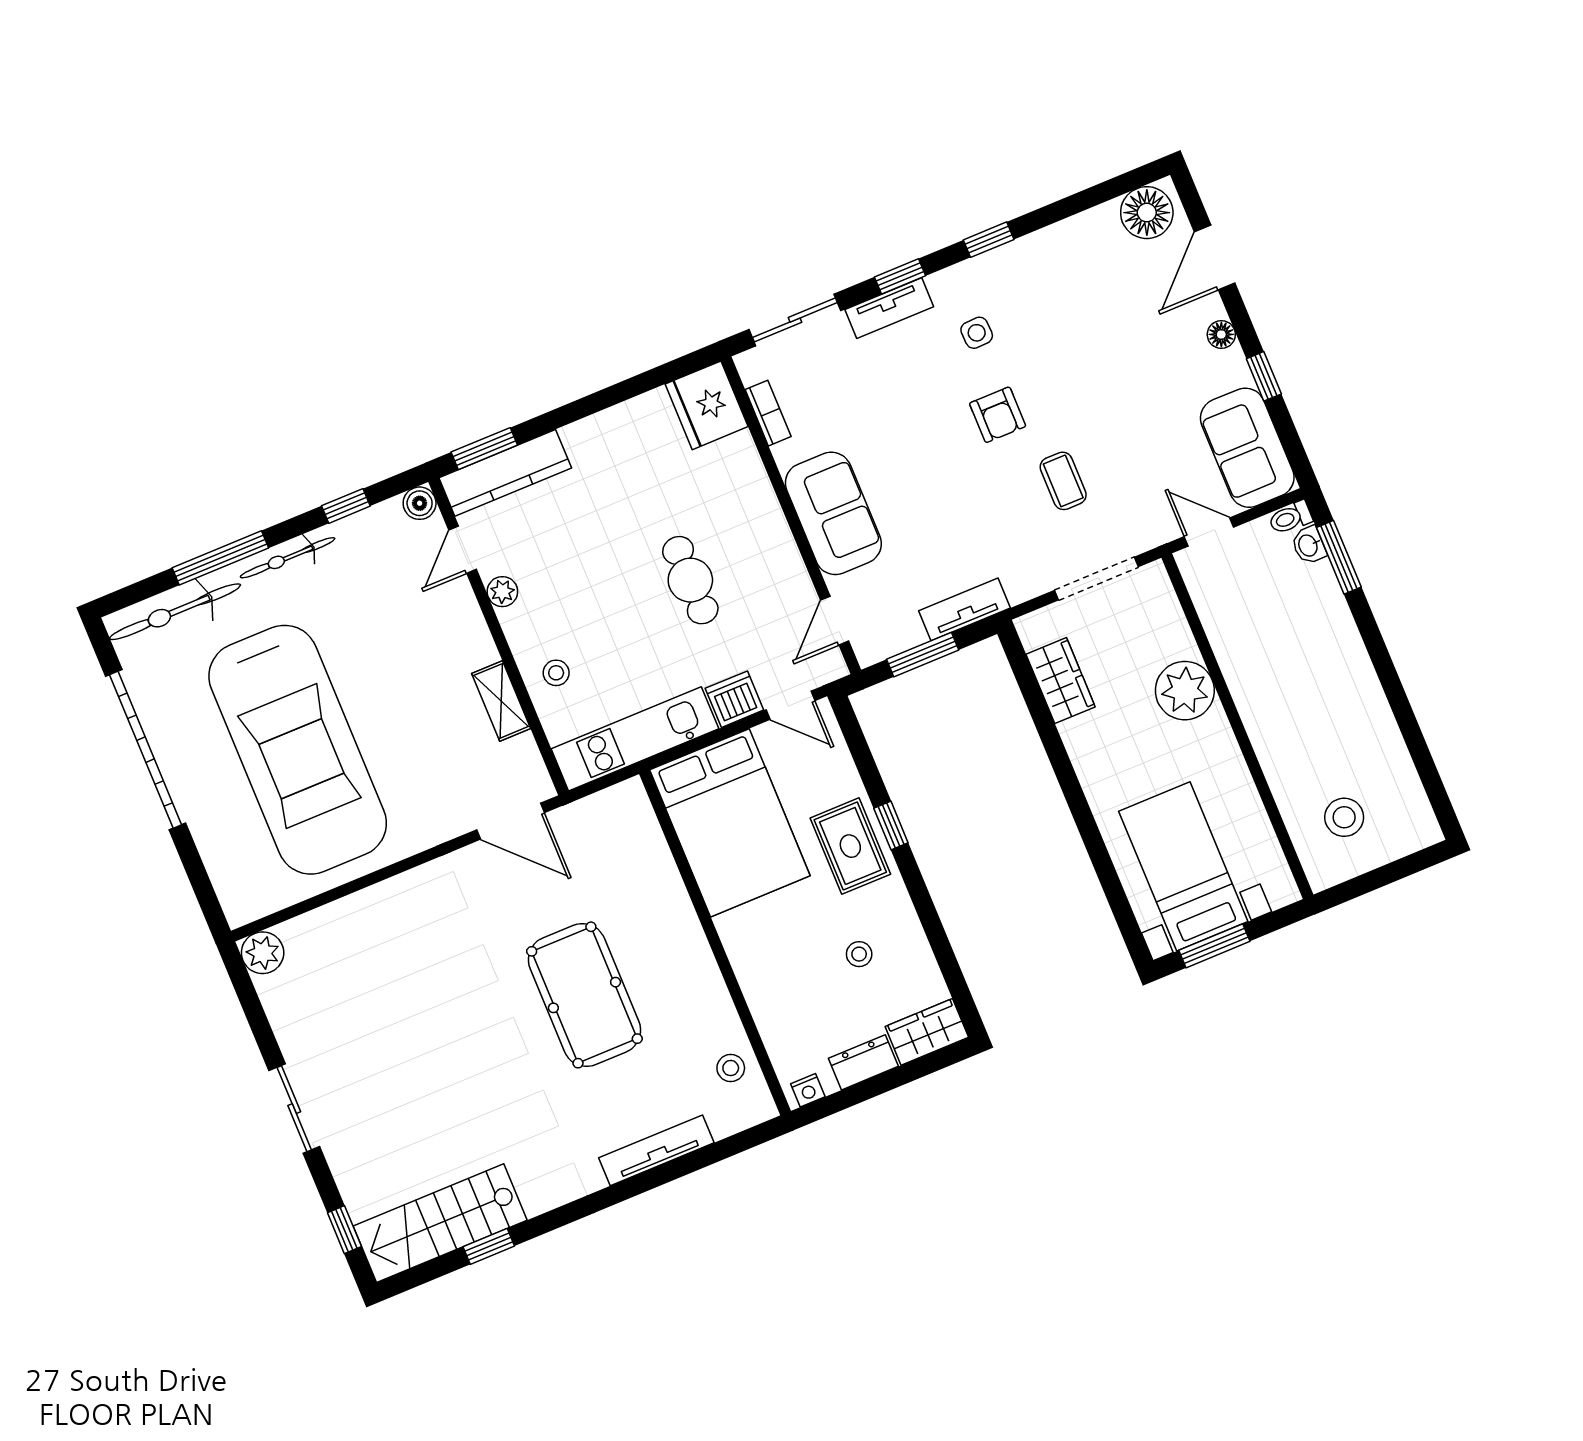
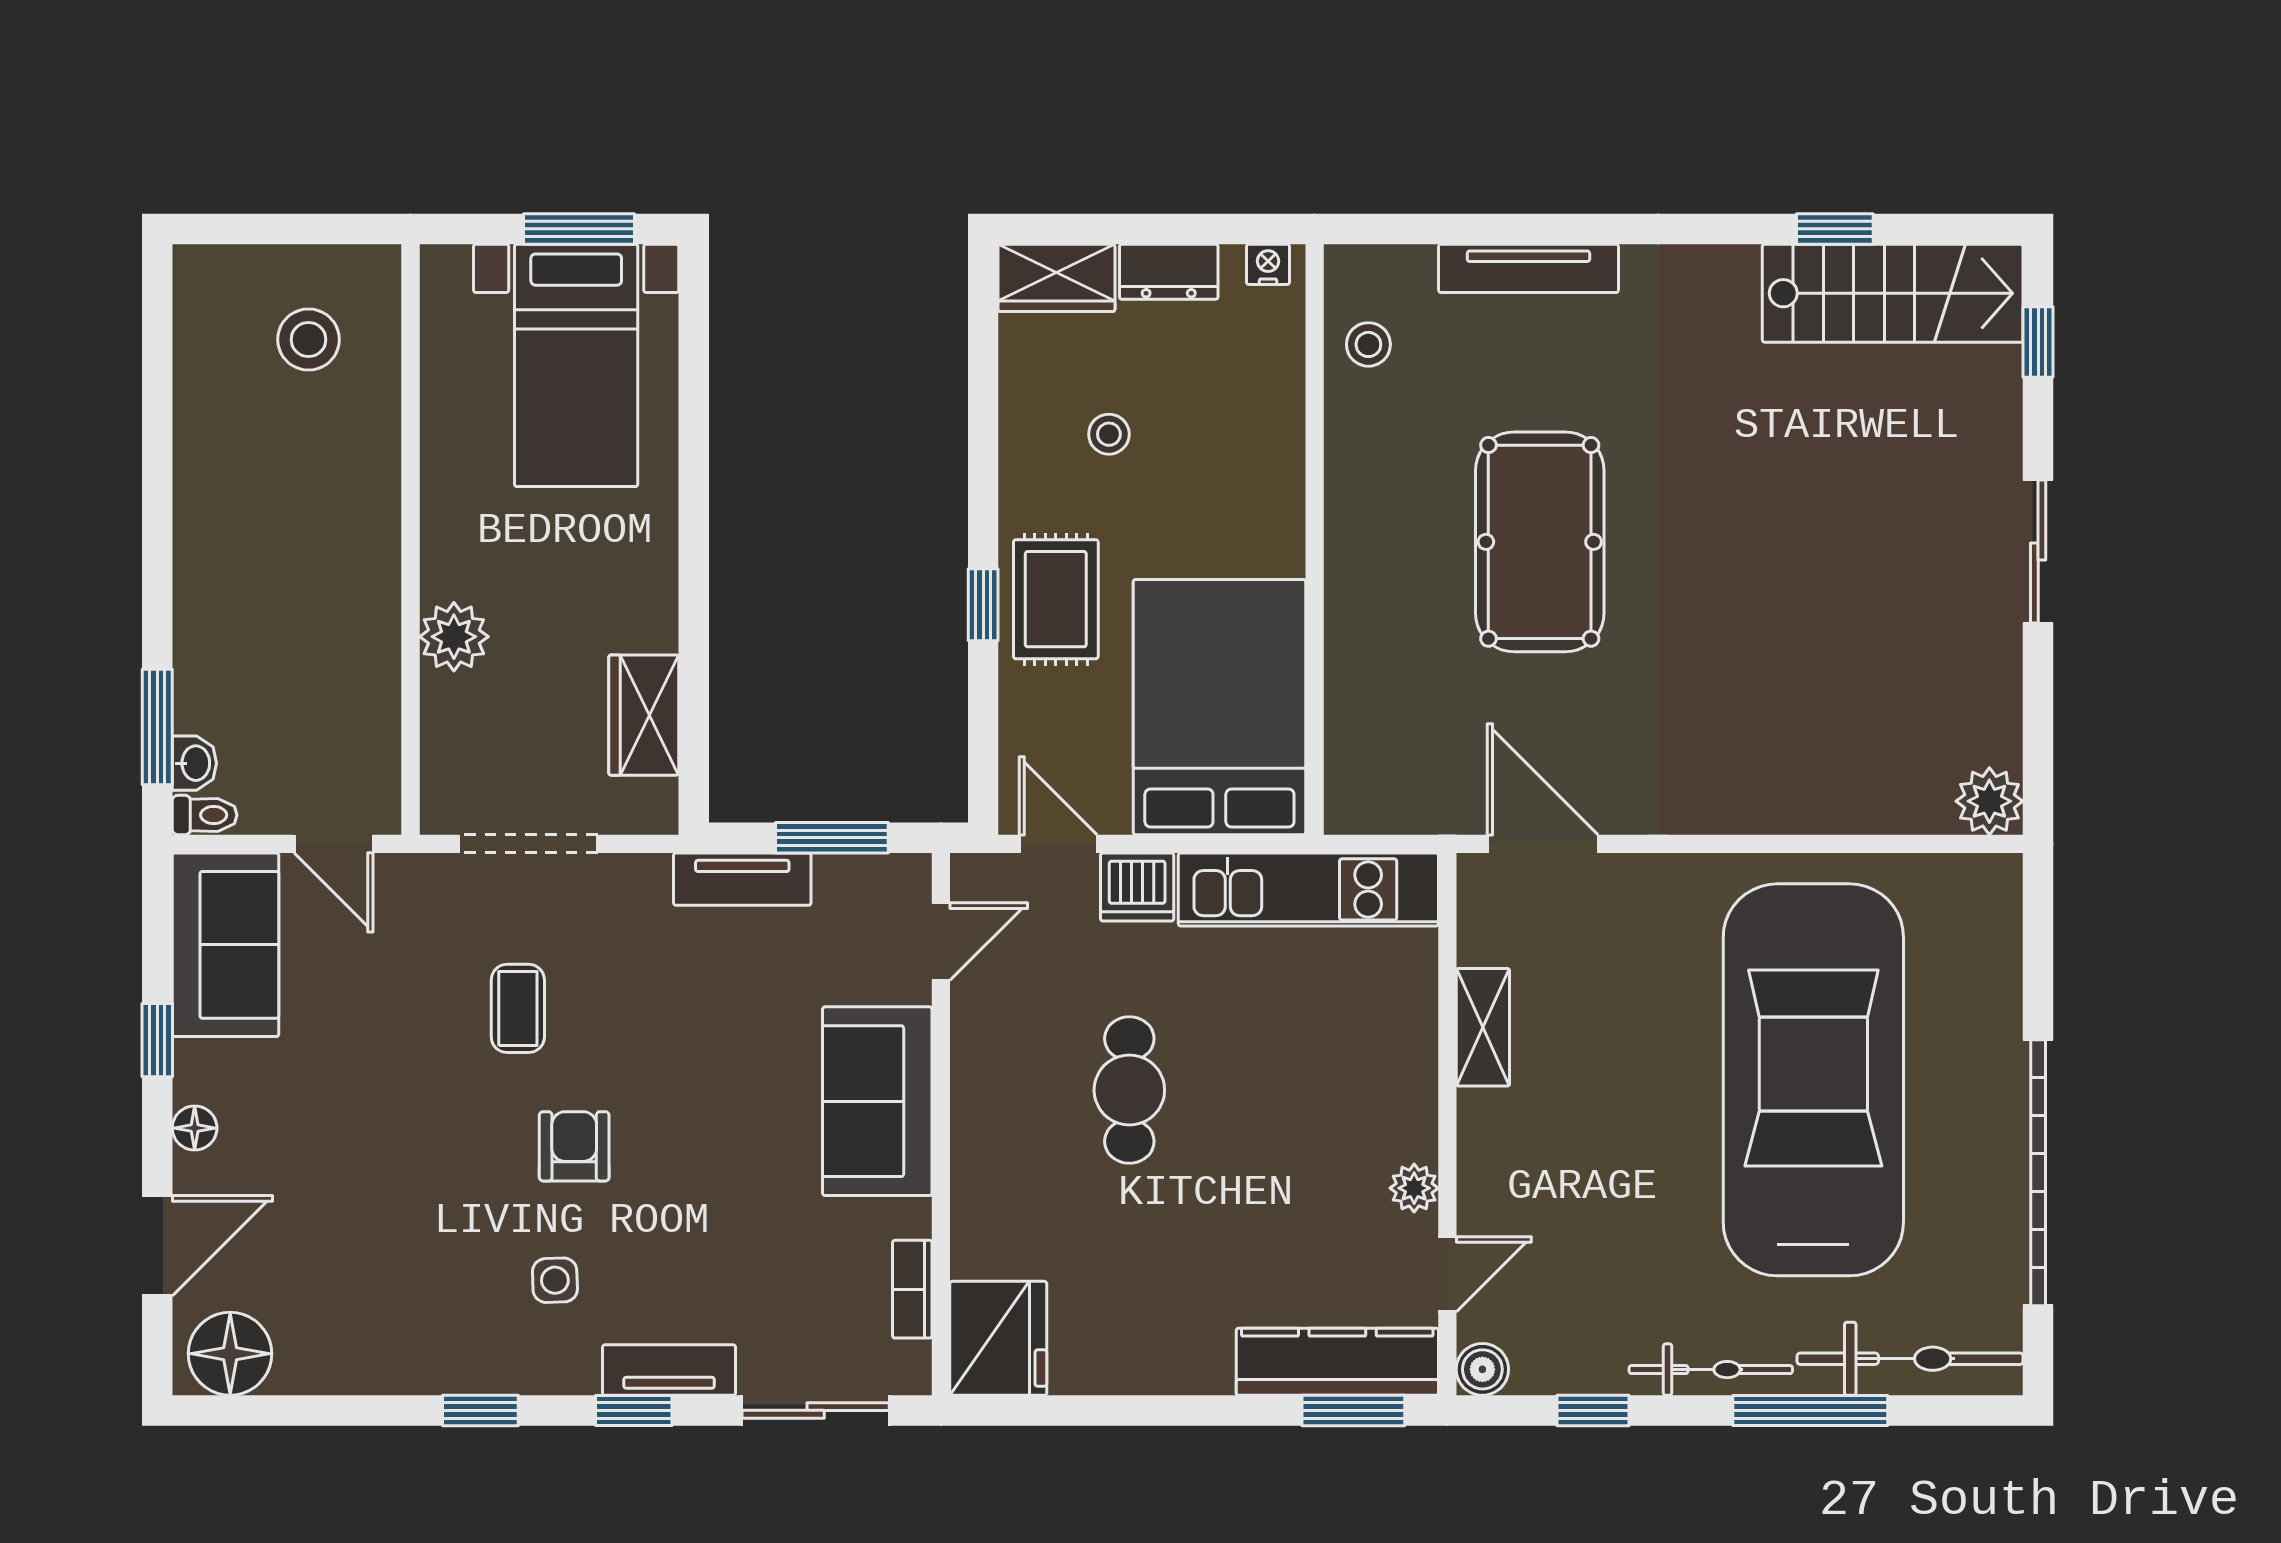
stool: (556, 673) -> (1384, 1035), removed
plant: (1185, 691) -> (454, 637), width x0.73, depth x0.73

